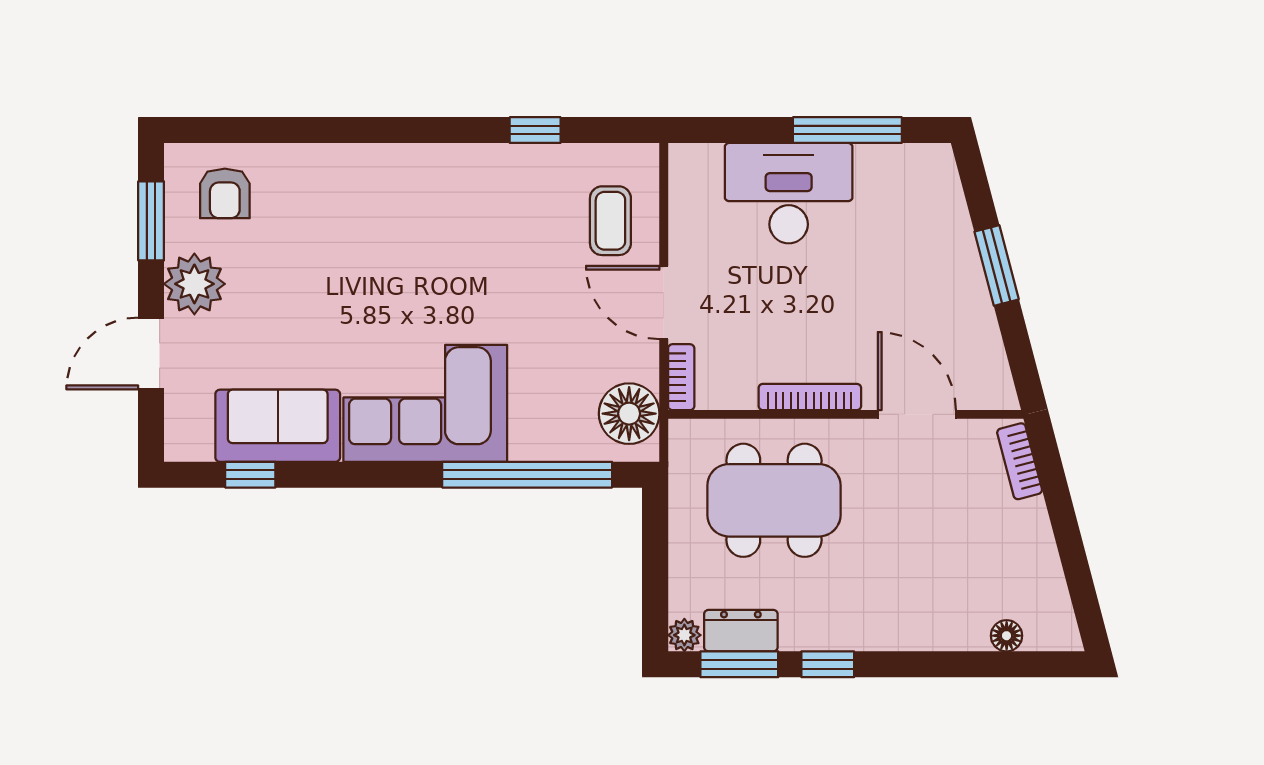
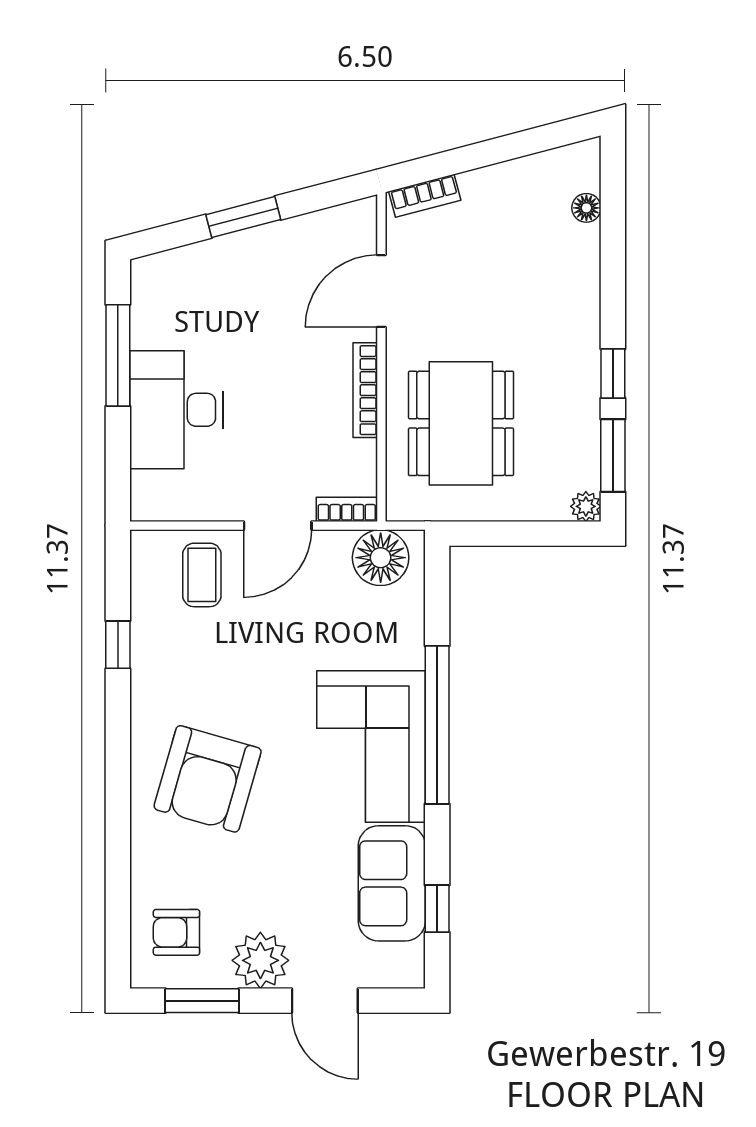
armchair: (225, 193) -> (176, 932), turned 180
coffee table: (610, 221) -> (202, 575), turned 90
armchair: (390, 227) -> (208, 779), added
window: (527, 475) -> (437, 725), moved
dresser: (741, 631) -> (582, 454), removed

